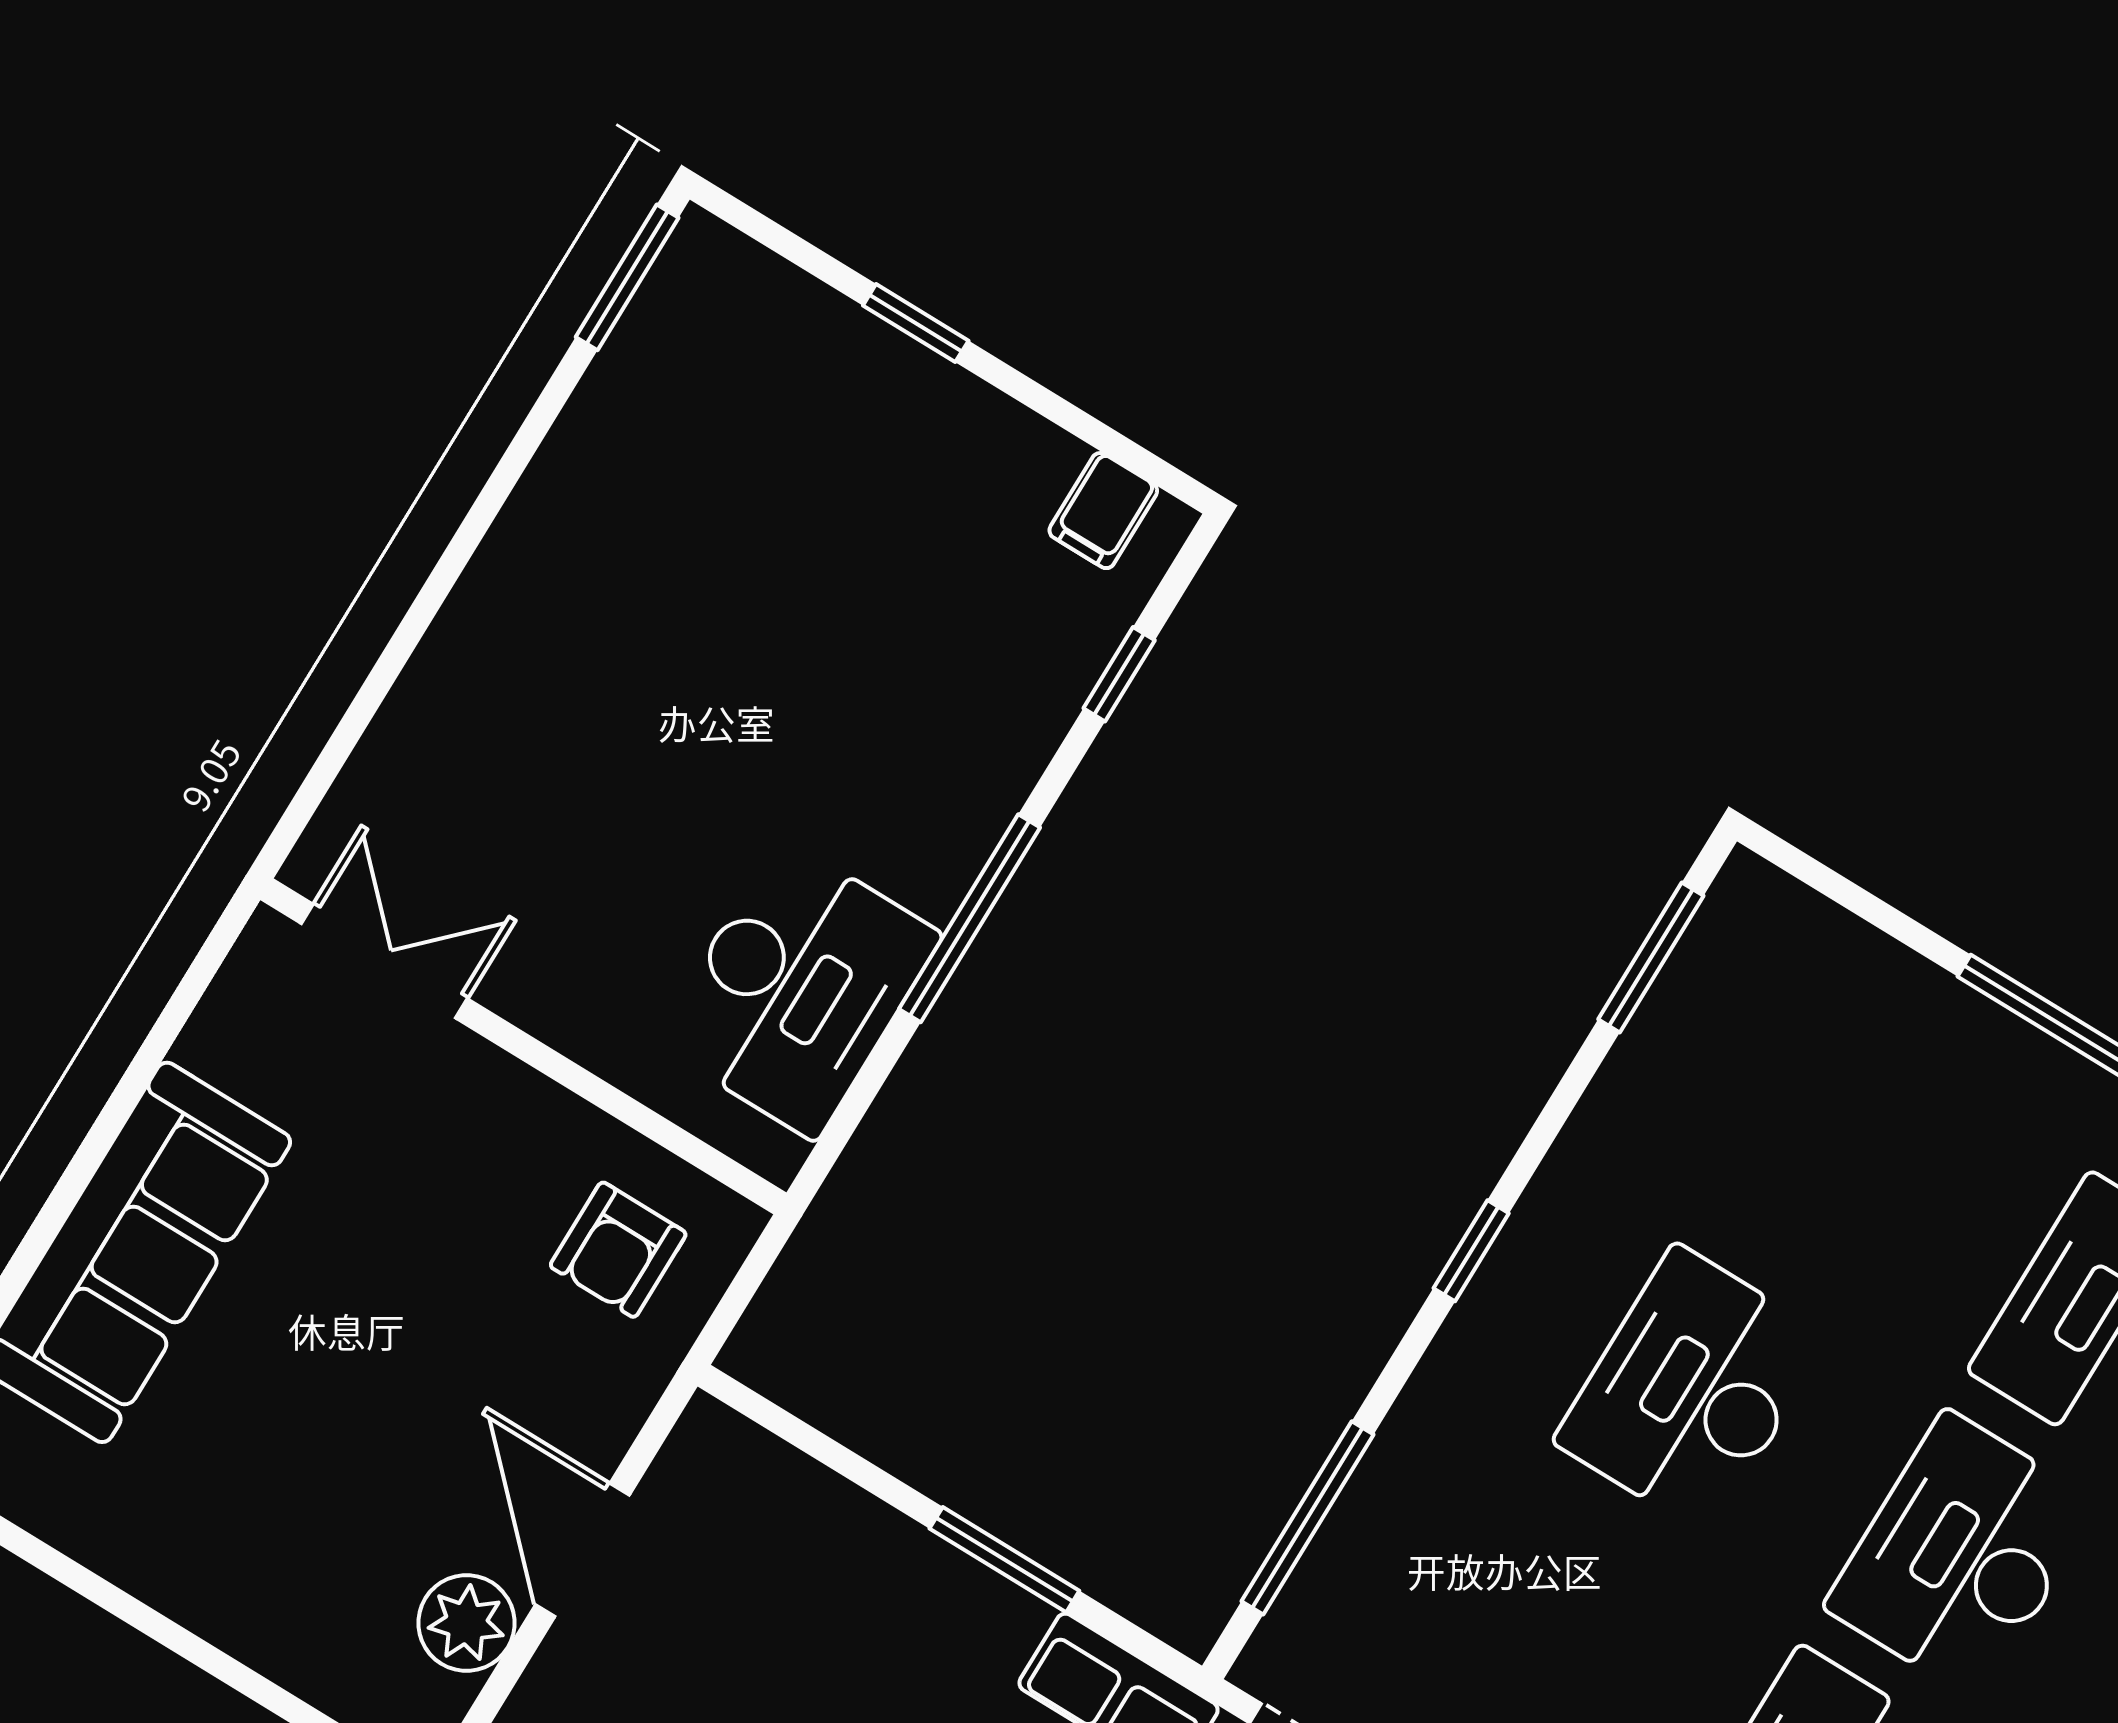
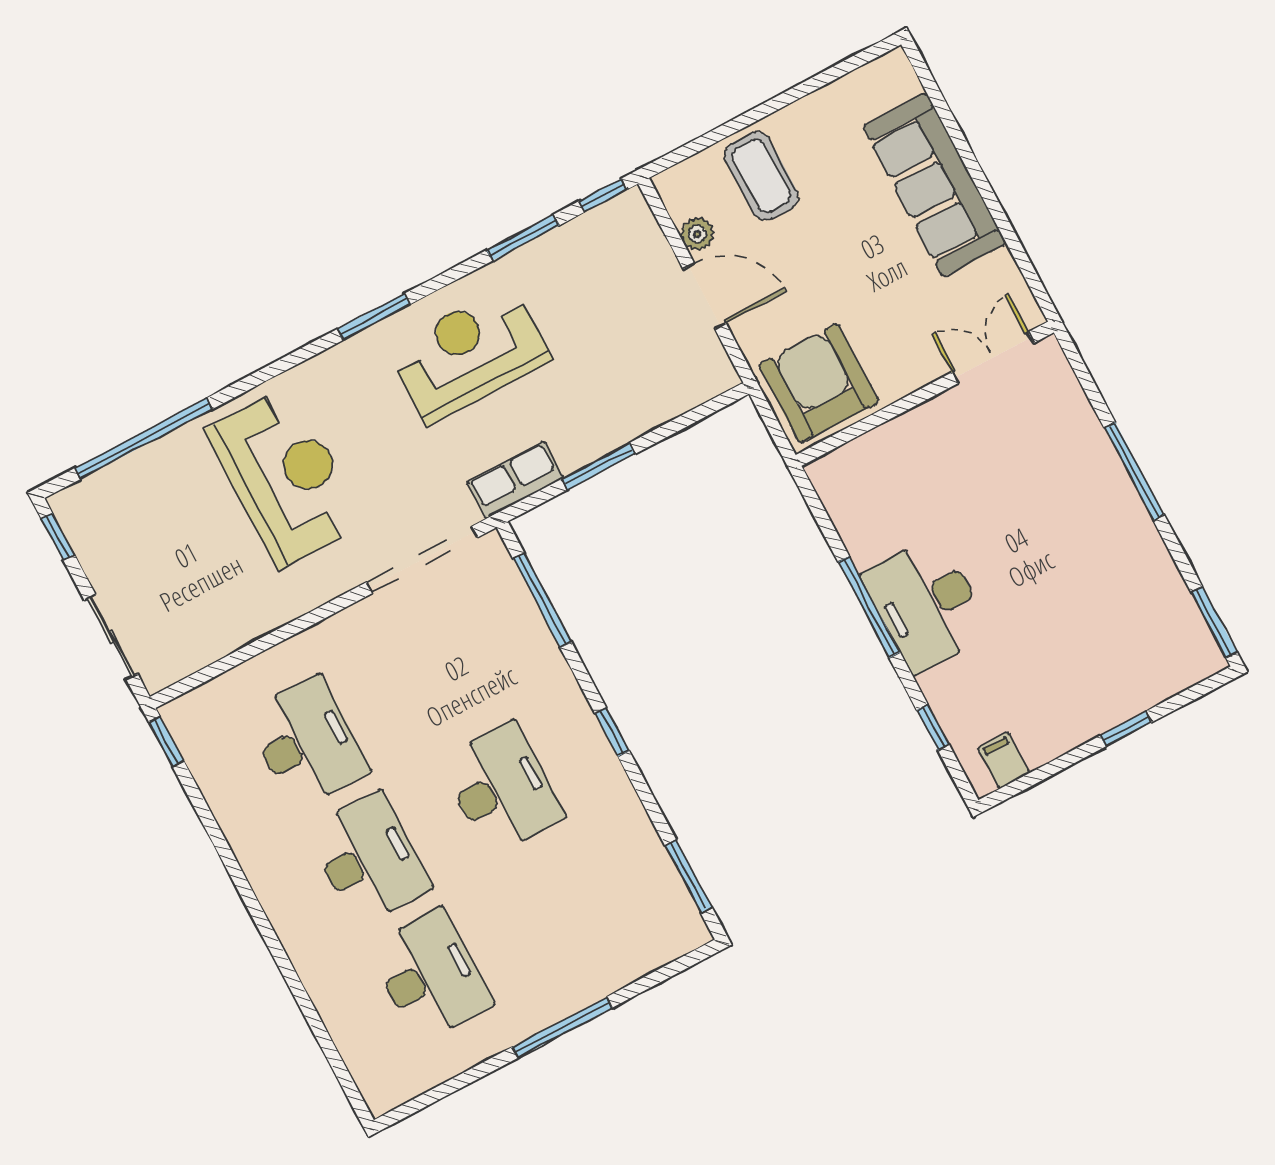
window: (439, 584) -> (1134, 471), added
double door: (384, 961) -> (993, 358), swing flipped
desk: (798, 989) -> (926, 604), moved
armchair: (618, 1250) -> (819, 383), width x1.88, depth x1.88
coffee table: (304, 1576) -> (761, 176), added
plant: (466, 1623) -> (697, 234), width x0.73, depth x0.73

